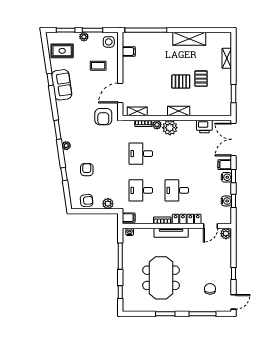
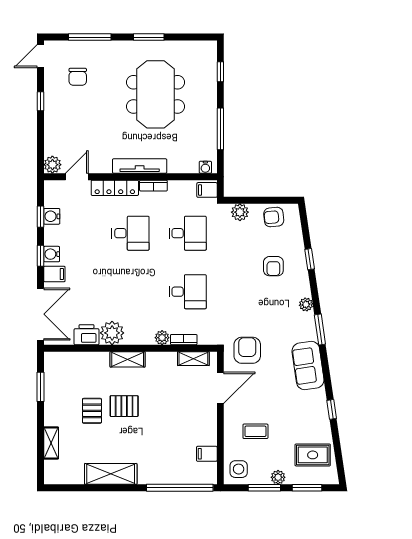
sofa: (62, 85) -> (308, 366), moved
plant: (170, 128) -> (112, 333), moved

